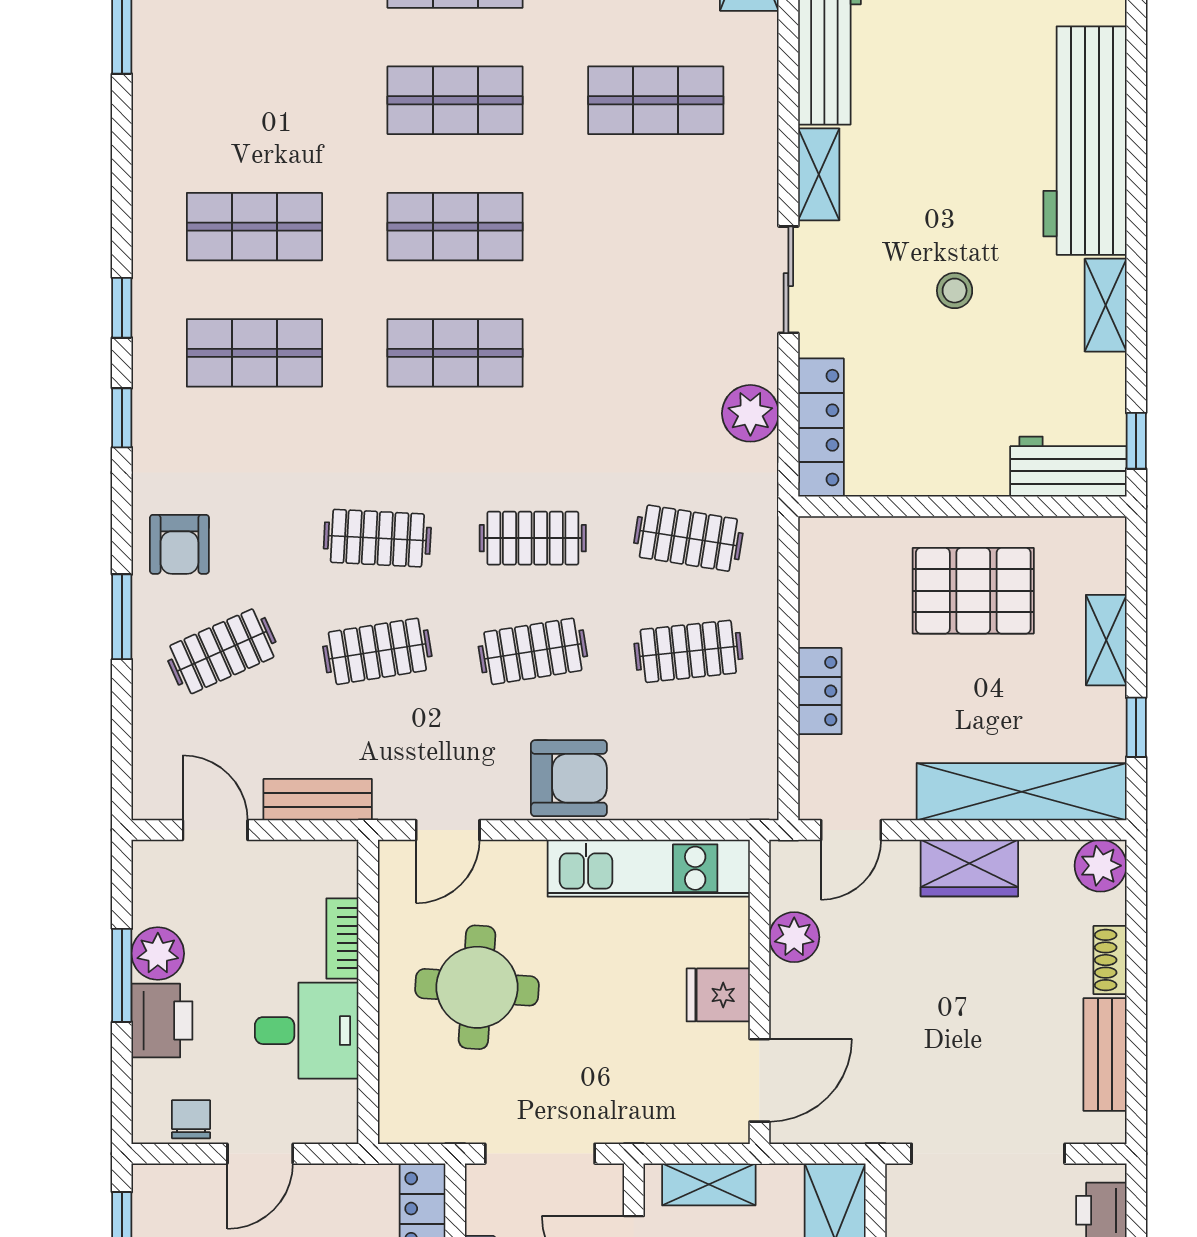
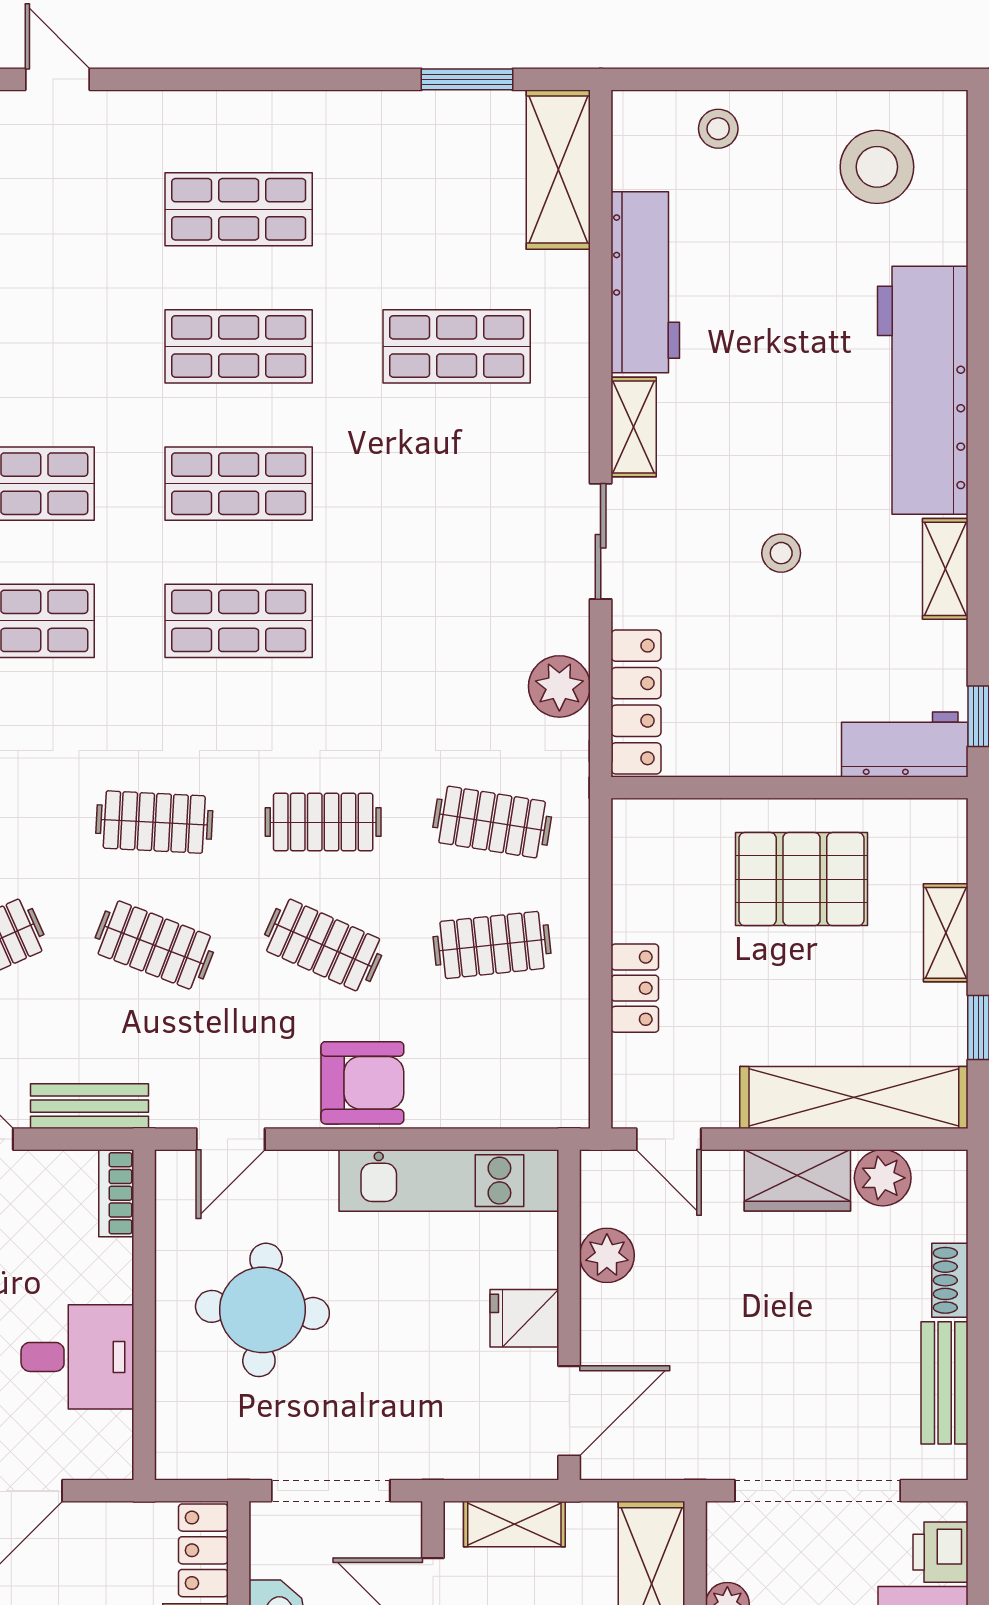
clothes rail: (377, 651) -> (154, 945), turned 30
clothes rail: (533, 651) -> (323, 945), turned 33
door: (851, 830) -> (669, 1139), hinge flipped
plant: (1101, 866) -> (883, 1178), moved
bookcase: (342, 938) -> (116, 1193), moved

